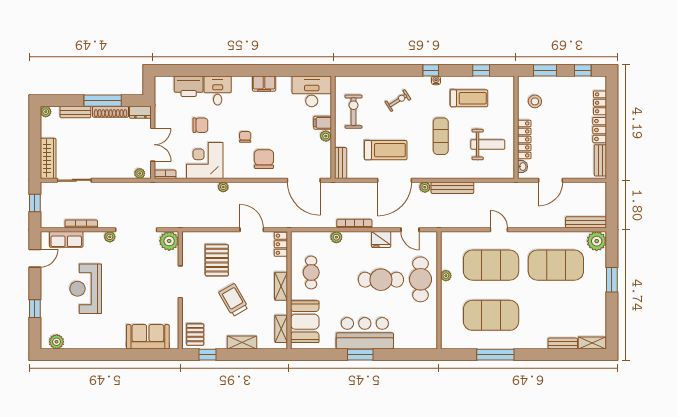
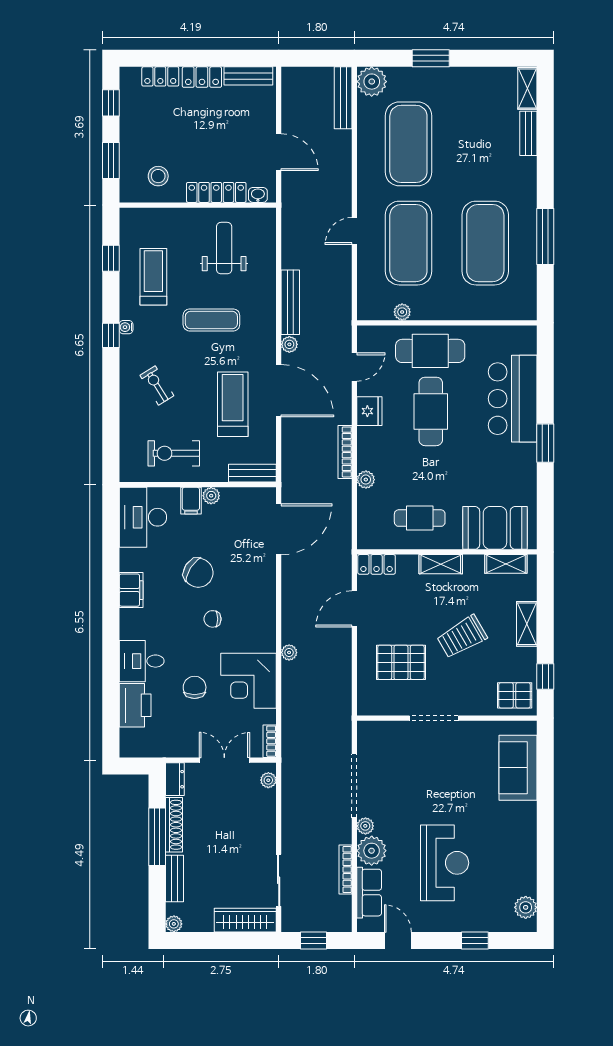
chair: (264, 159) -> (198, 573), moved, turned -148
plant: (169, 241) -> (372, 851), moved
plant: (446, 276) -> (402, 312), moved
reception desk: (86, 289) -> (445, 863), turned -90
bar counter: (365, 333) -> (513, 399), moved

